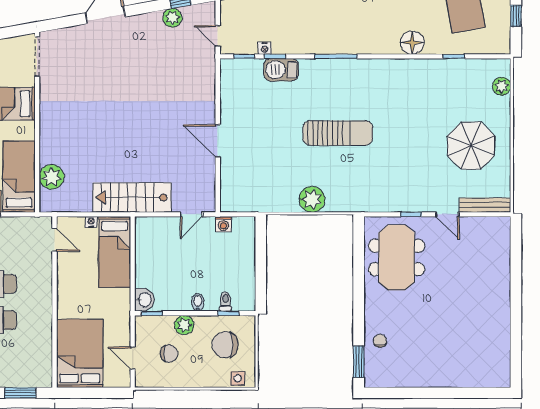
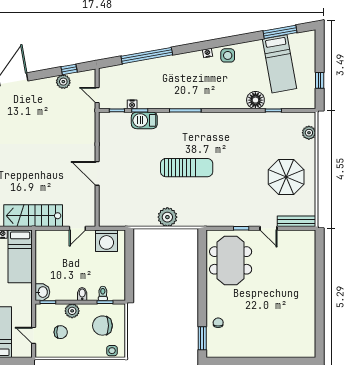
floor lamp: (412, 43) -> (255, 100), moved
washing machine: (223, 224) -> (106, 241), width x1.89, depth x1.89

